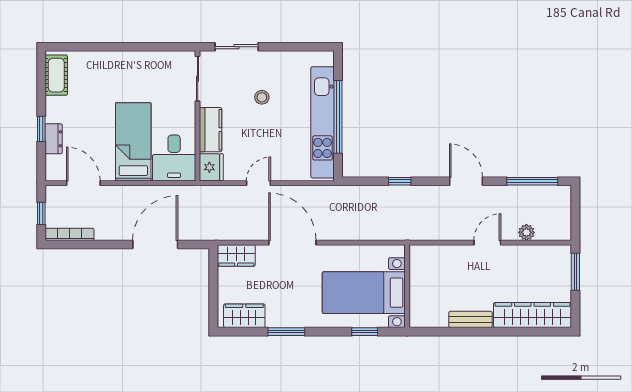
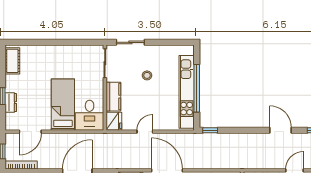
window: (400, 181) -> (210, 130), moved
door: (83, 183) -> (30, 132), swing flipped

